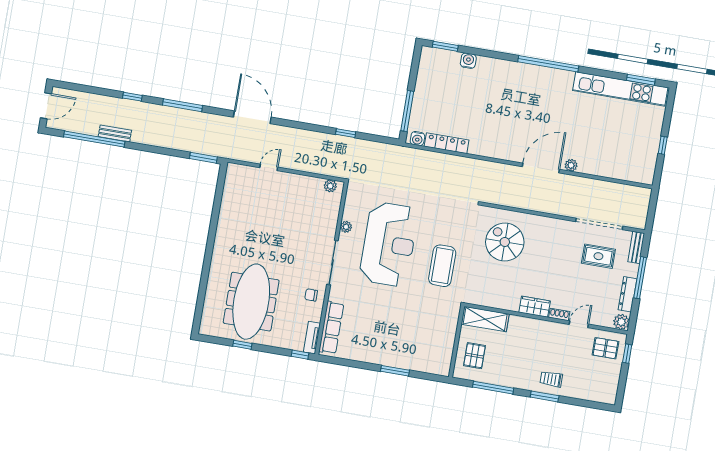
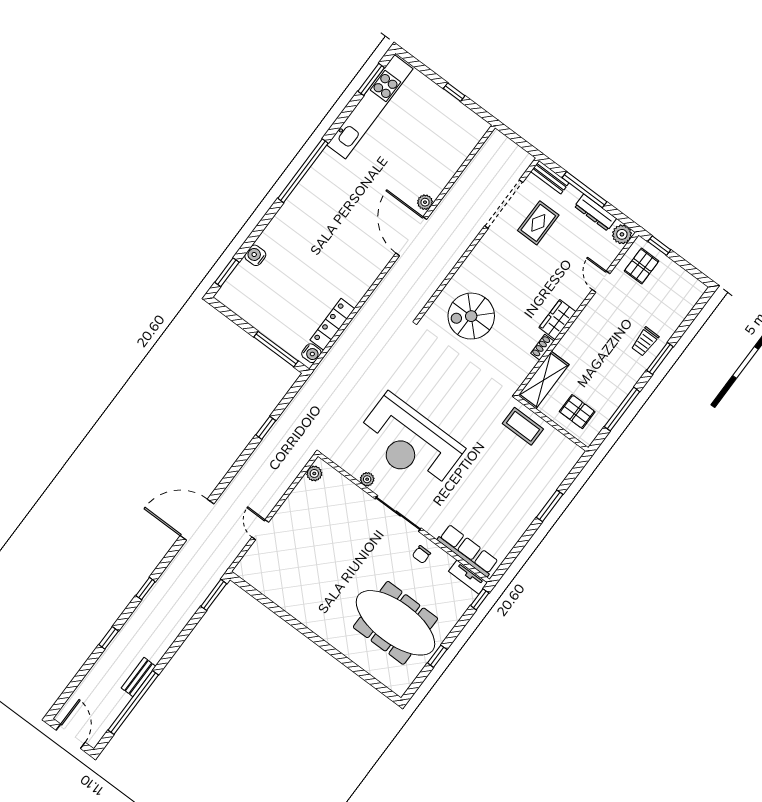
window: (182, 105) -> (145, 589), width x0.46
reception desk: (389, 244) -> (410, 443), turned 180
coffee table: (442, 266) -> (523, 426), moved, width x0.73, depth x0.76
shoe rack: (559, 315) -> (542, 347), moved

